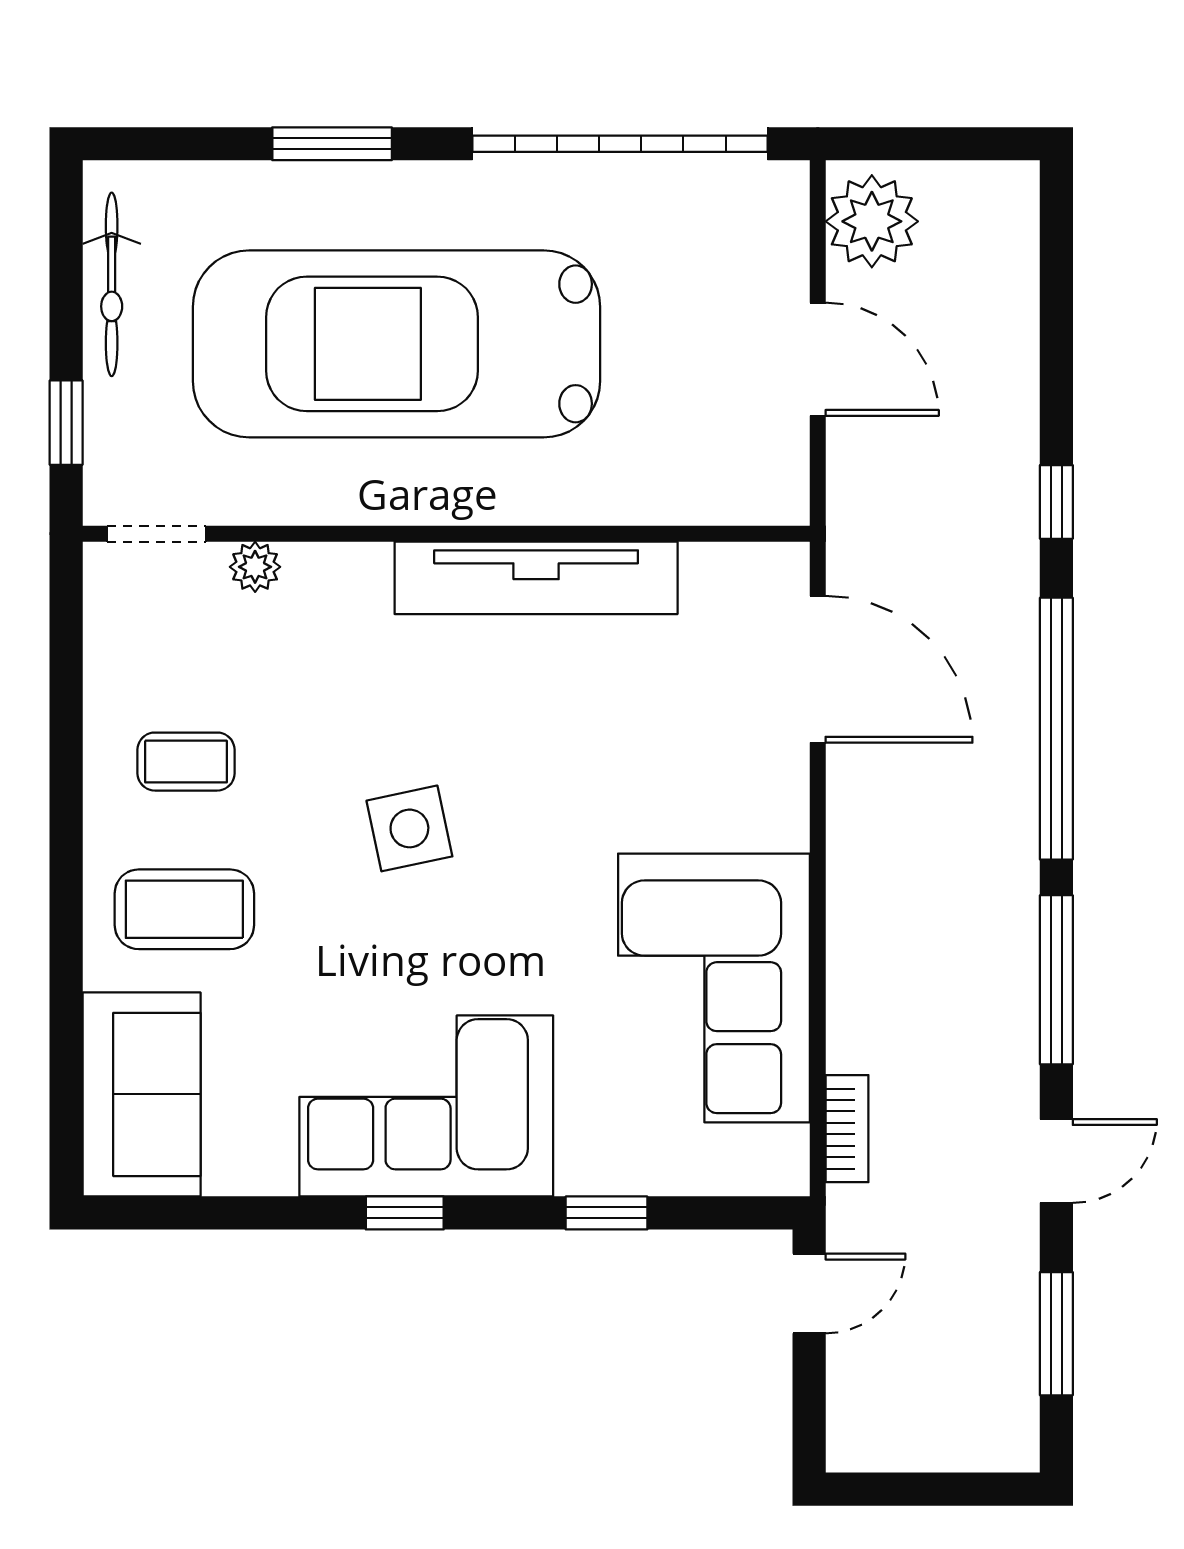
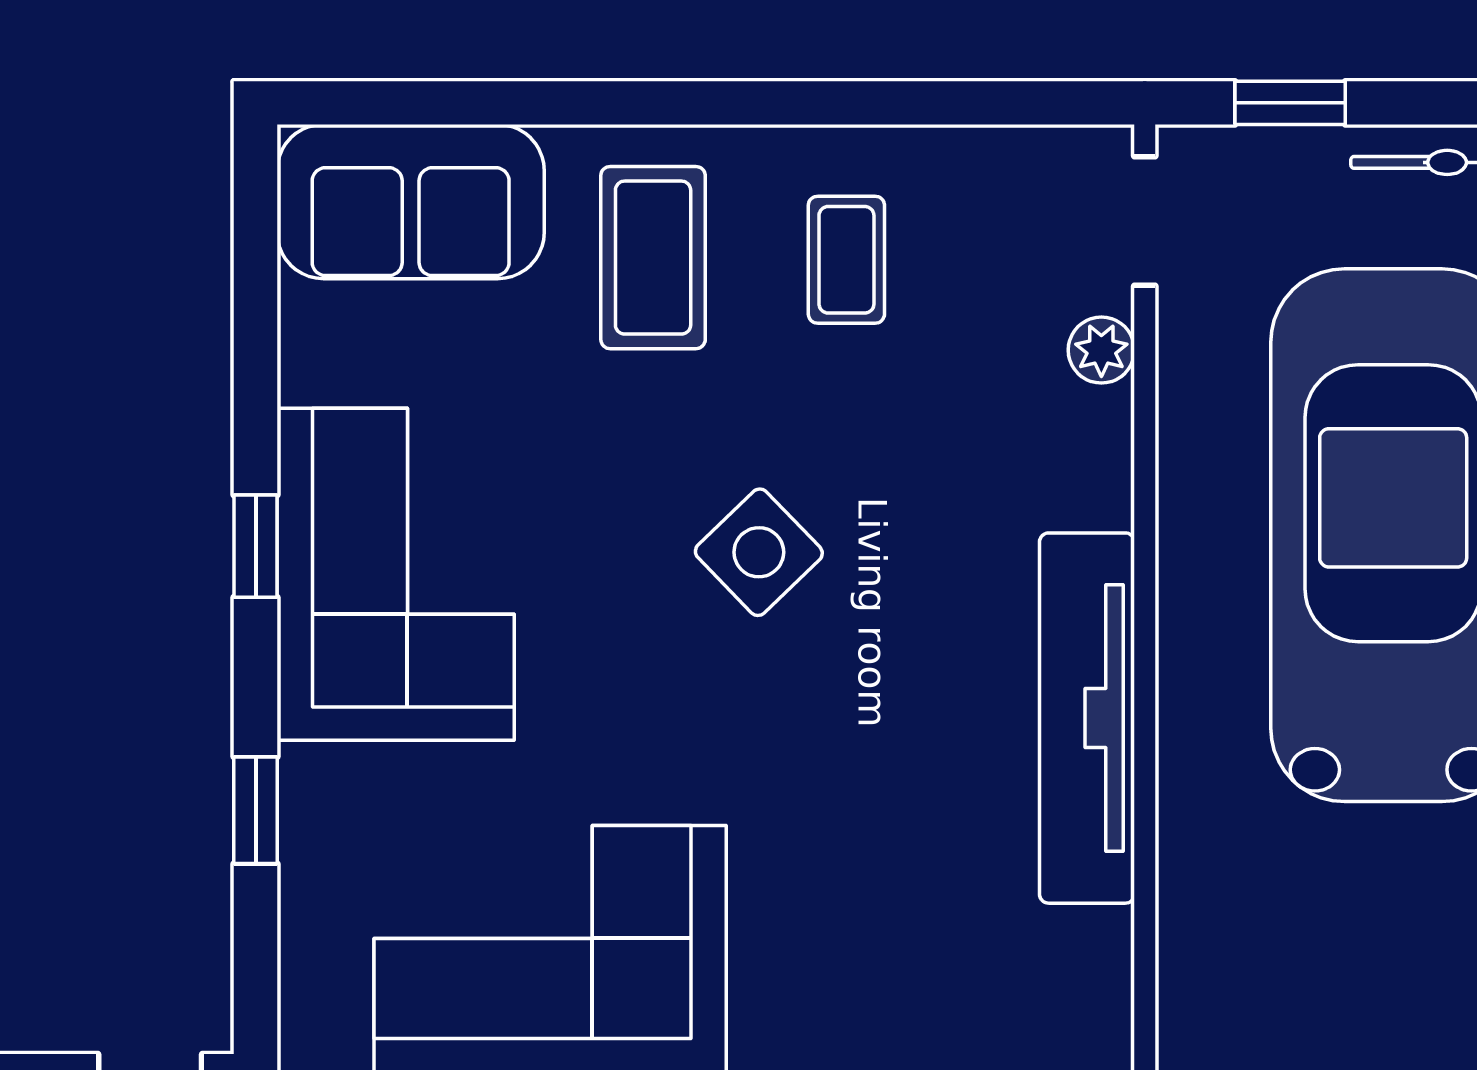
side table: (409, 828) -> (759, 552), turned -32

